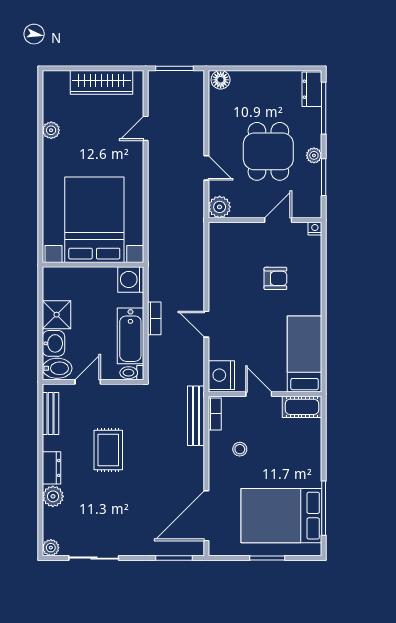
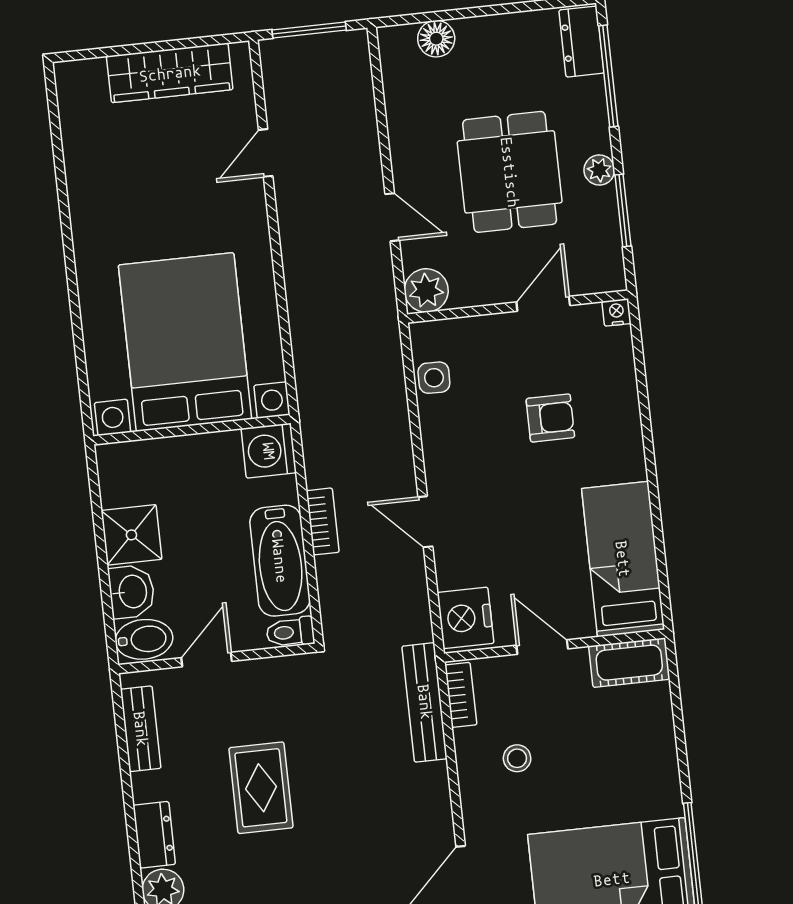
floor lamp: (221, 80) -> (436, 39), moved
plant: (51, 130) -> (82, 177), removed
side table: (219, 252) -> (434, 378), added

